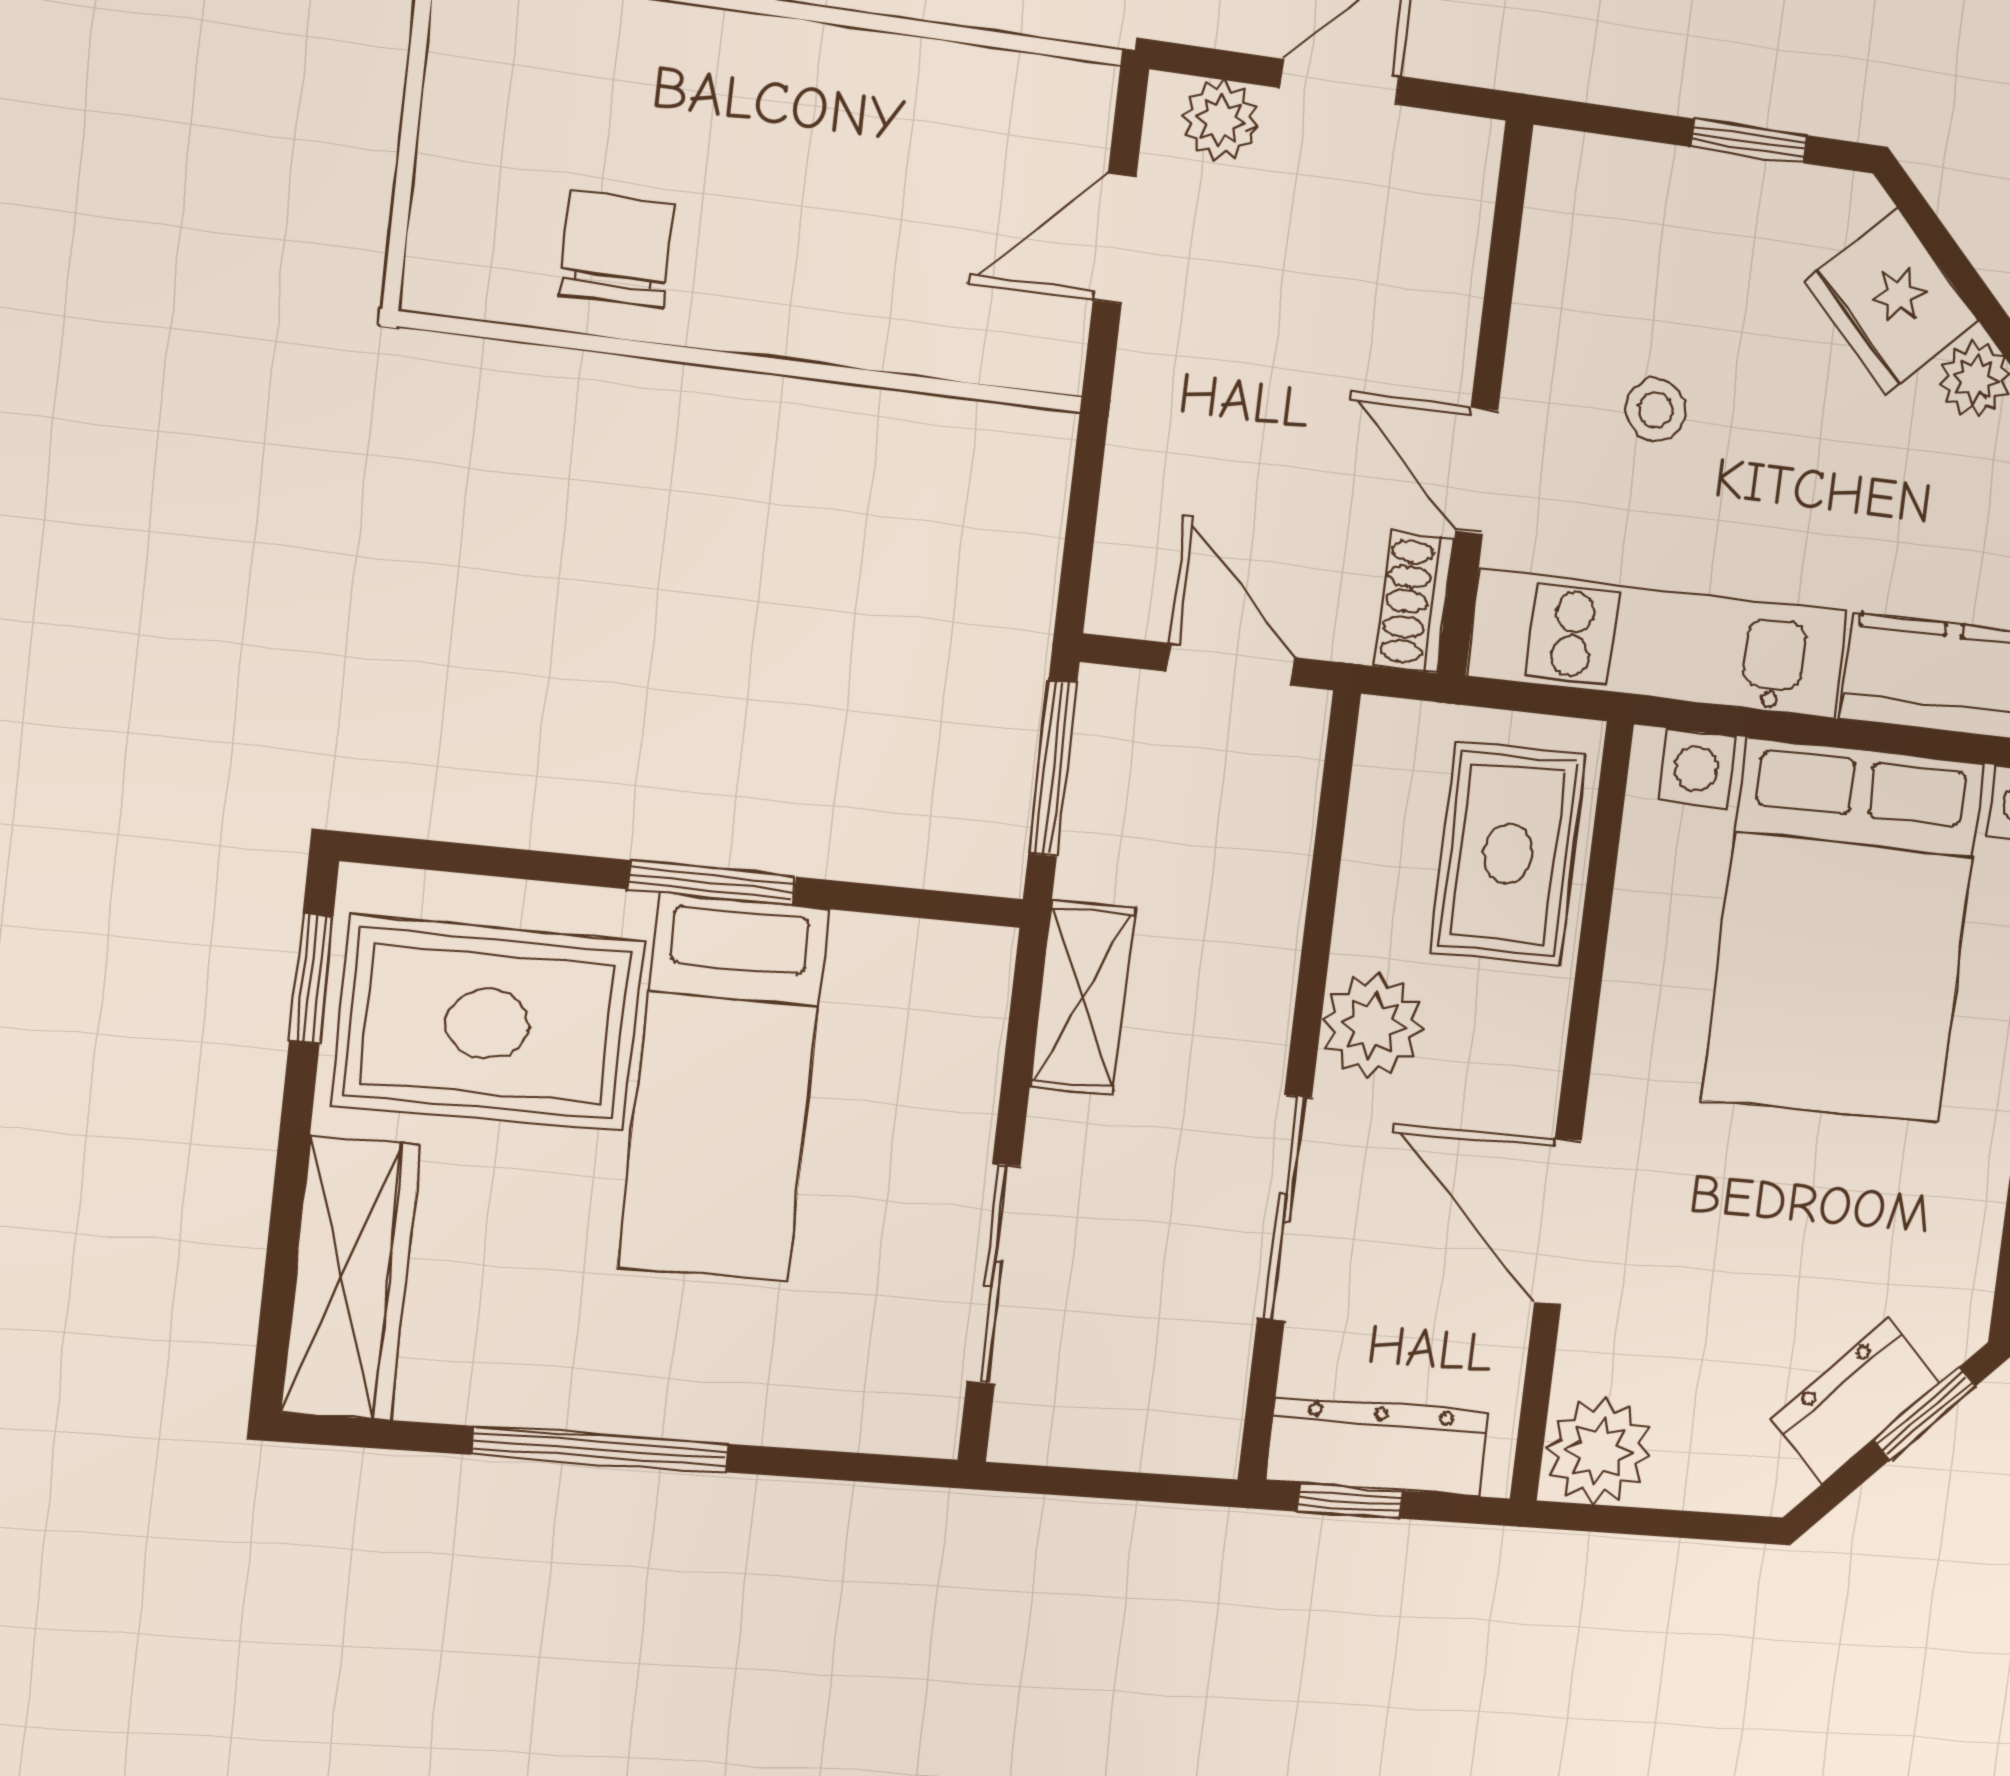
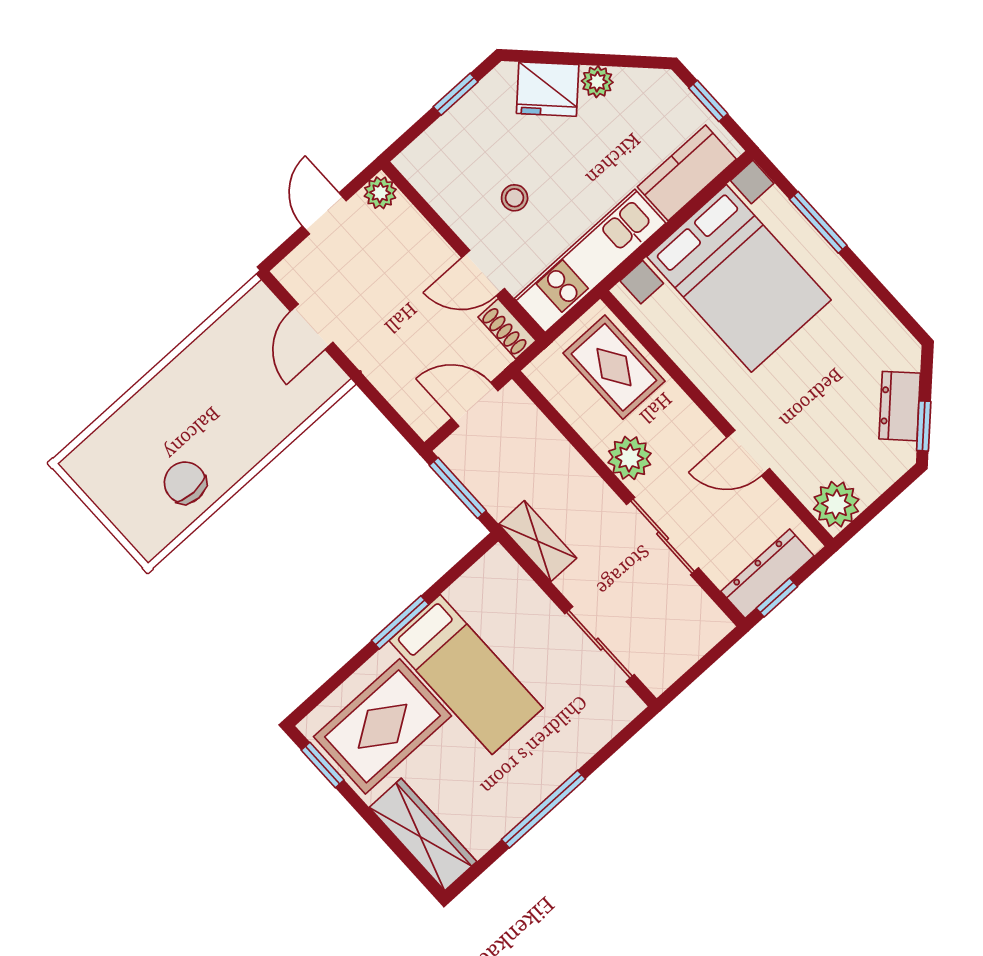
plant: (1220, 120) -> (380, 193), moved
door: (1558, 1222) -> (748, 453), width x0.73
window: (1925, 1413) -> (924, 426), moved

